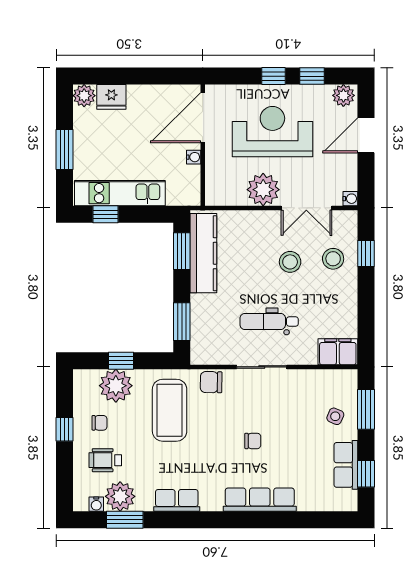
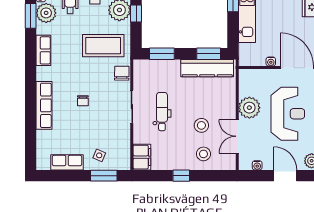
water cooler: (350, 199) -> (257, 165), moved
window: (366, 254) -> (181, 176), moved
window: (366, 474) -> (61, 176), removed

